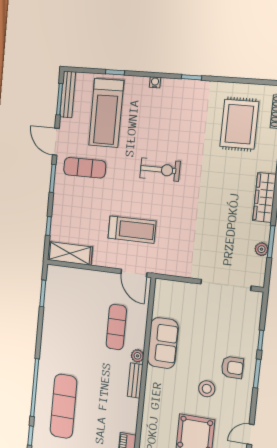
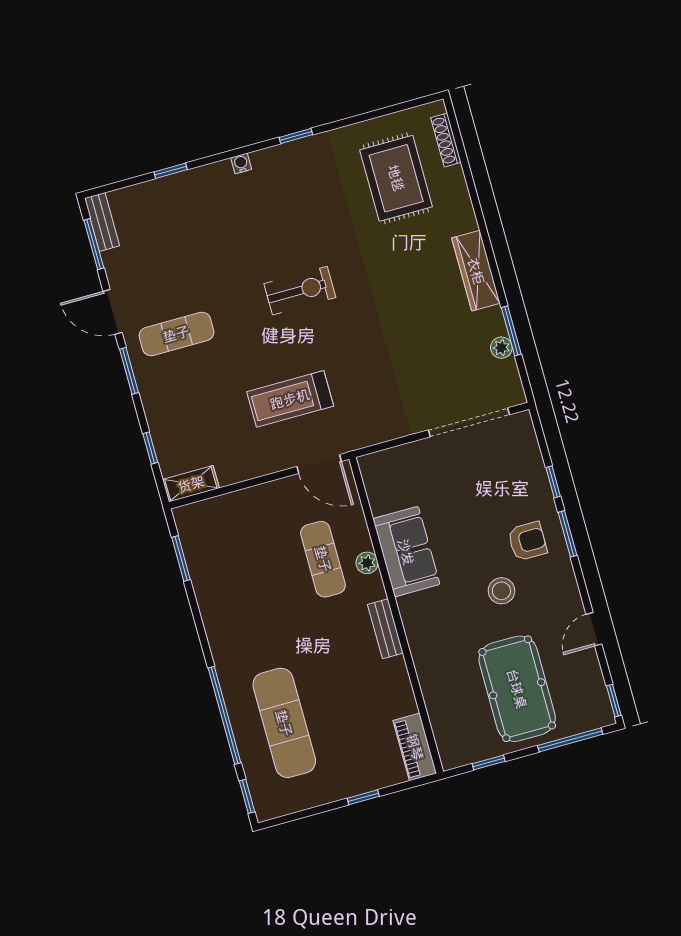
bench: (68, 94) -> (102, 222), width x0.73
treadmill: (106, 113) -> (180, 237), removed
treadmill: (132, 230) -> (290, 399), turned 180
shelving: (70, 253) -> (191, 484), width x0.67, depth x0.75
plant: (137, 356) -> (367, 563), moved

